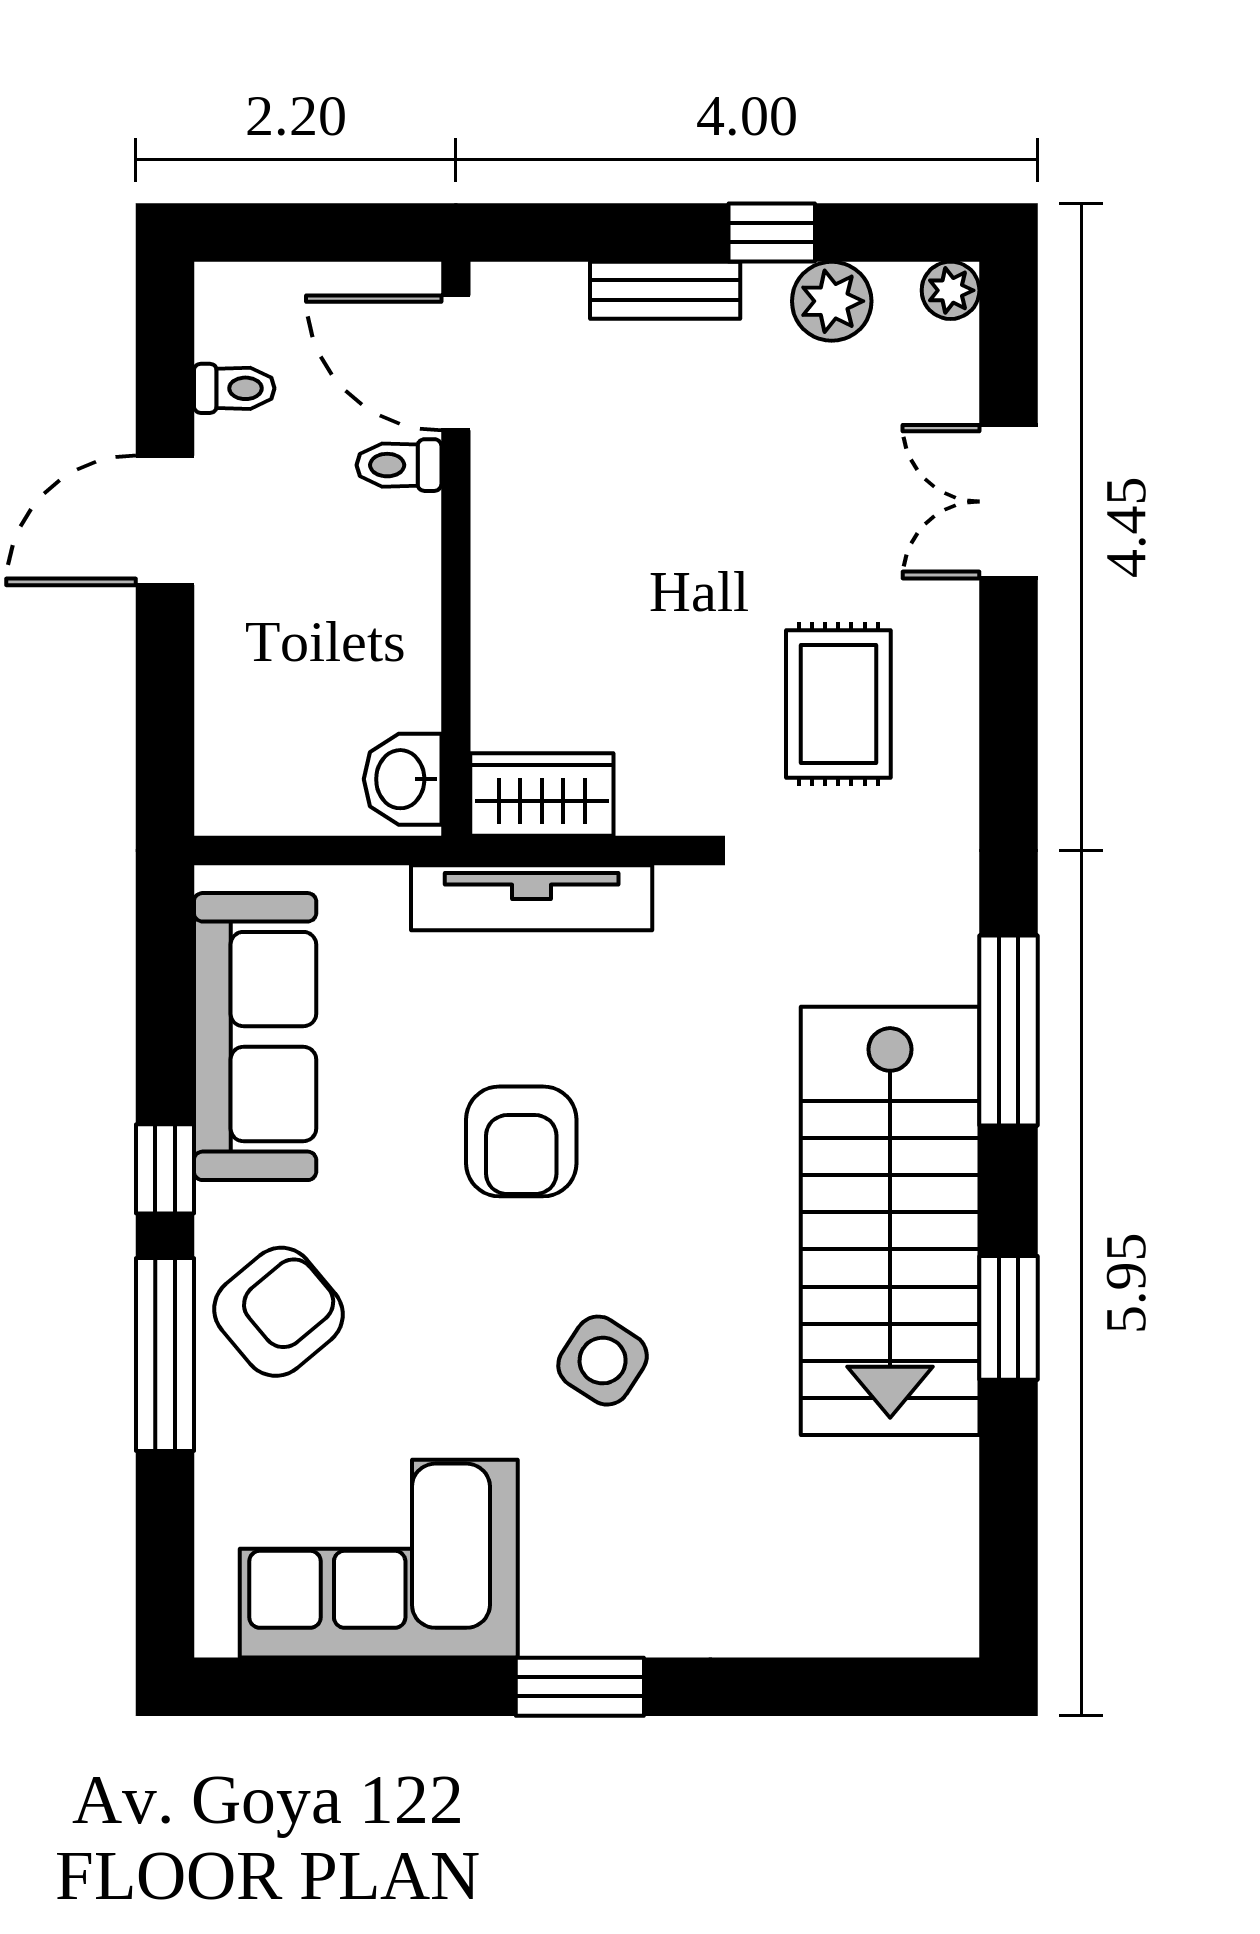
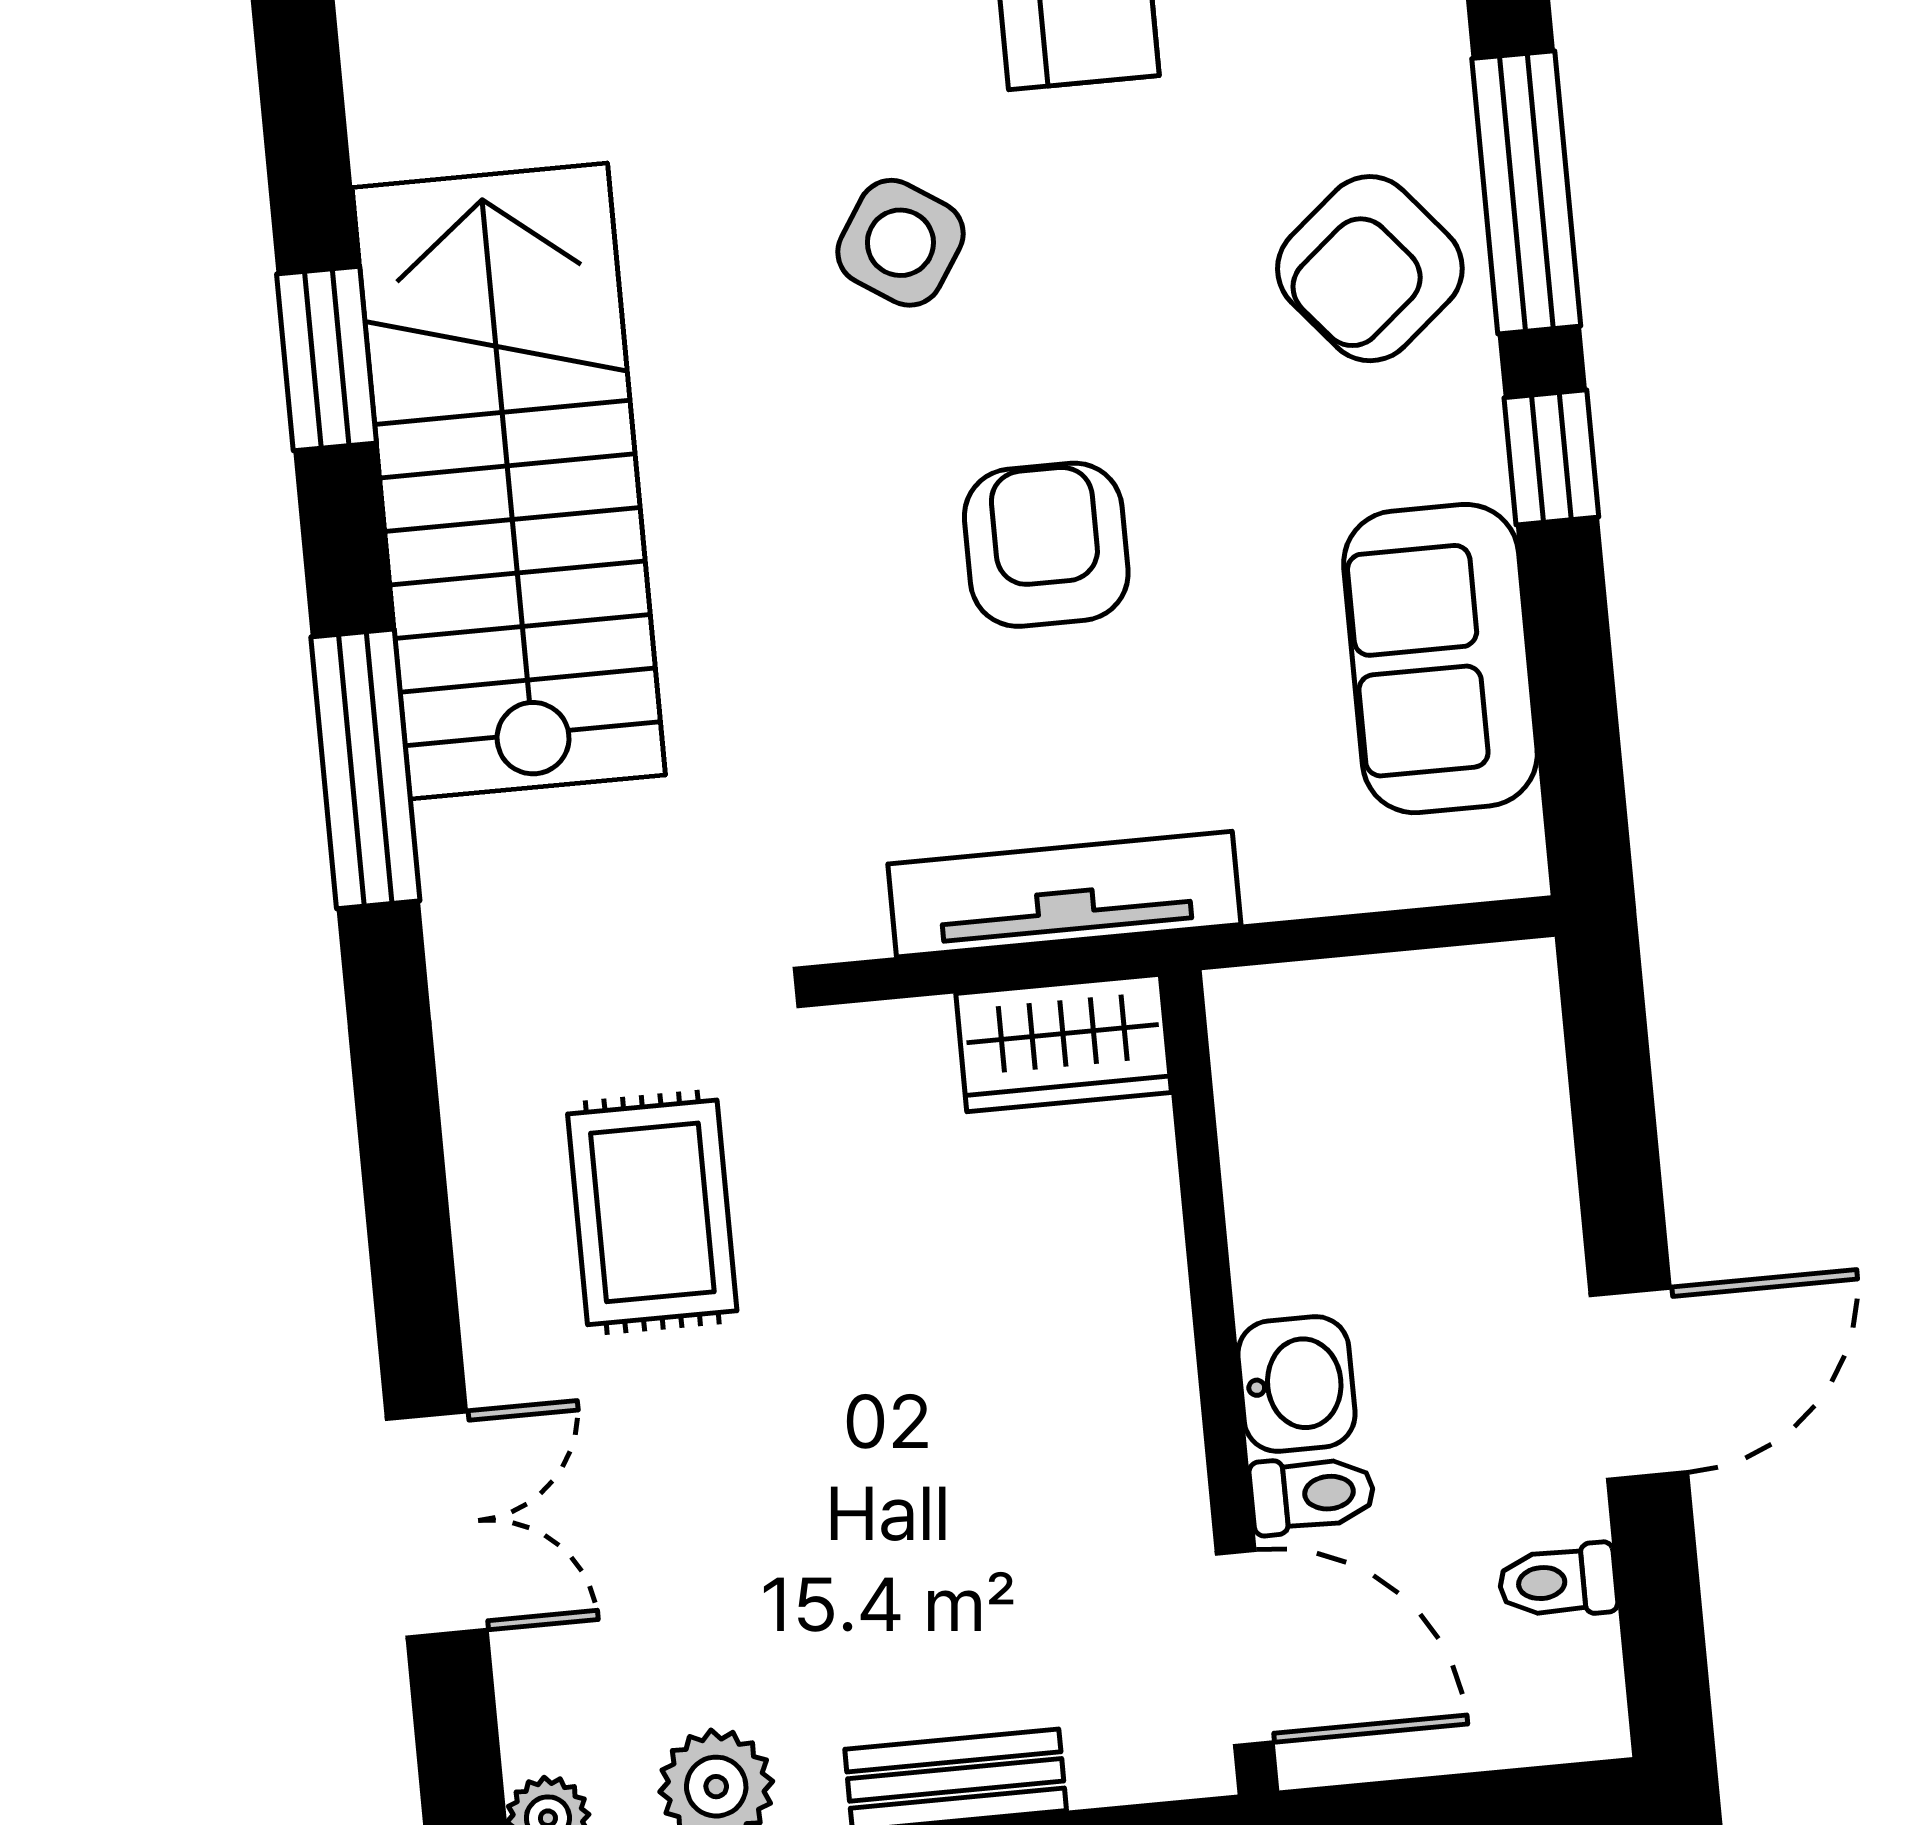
washbasin: (403, 779) -> (1297, 1384), moved
sofa: (255, 1037) -> (1440, 659), width x0.73

